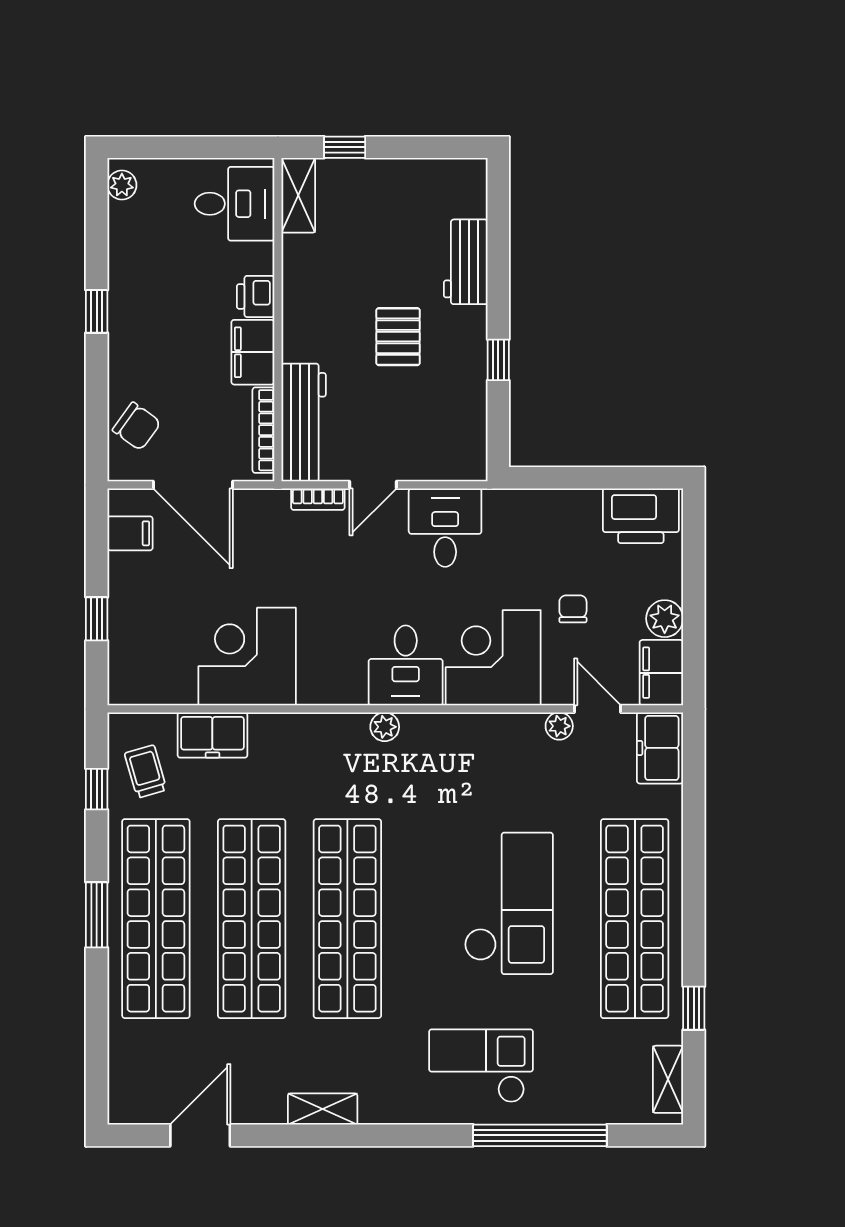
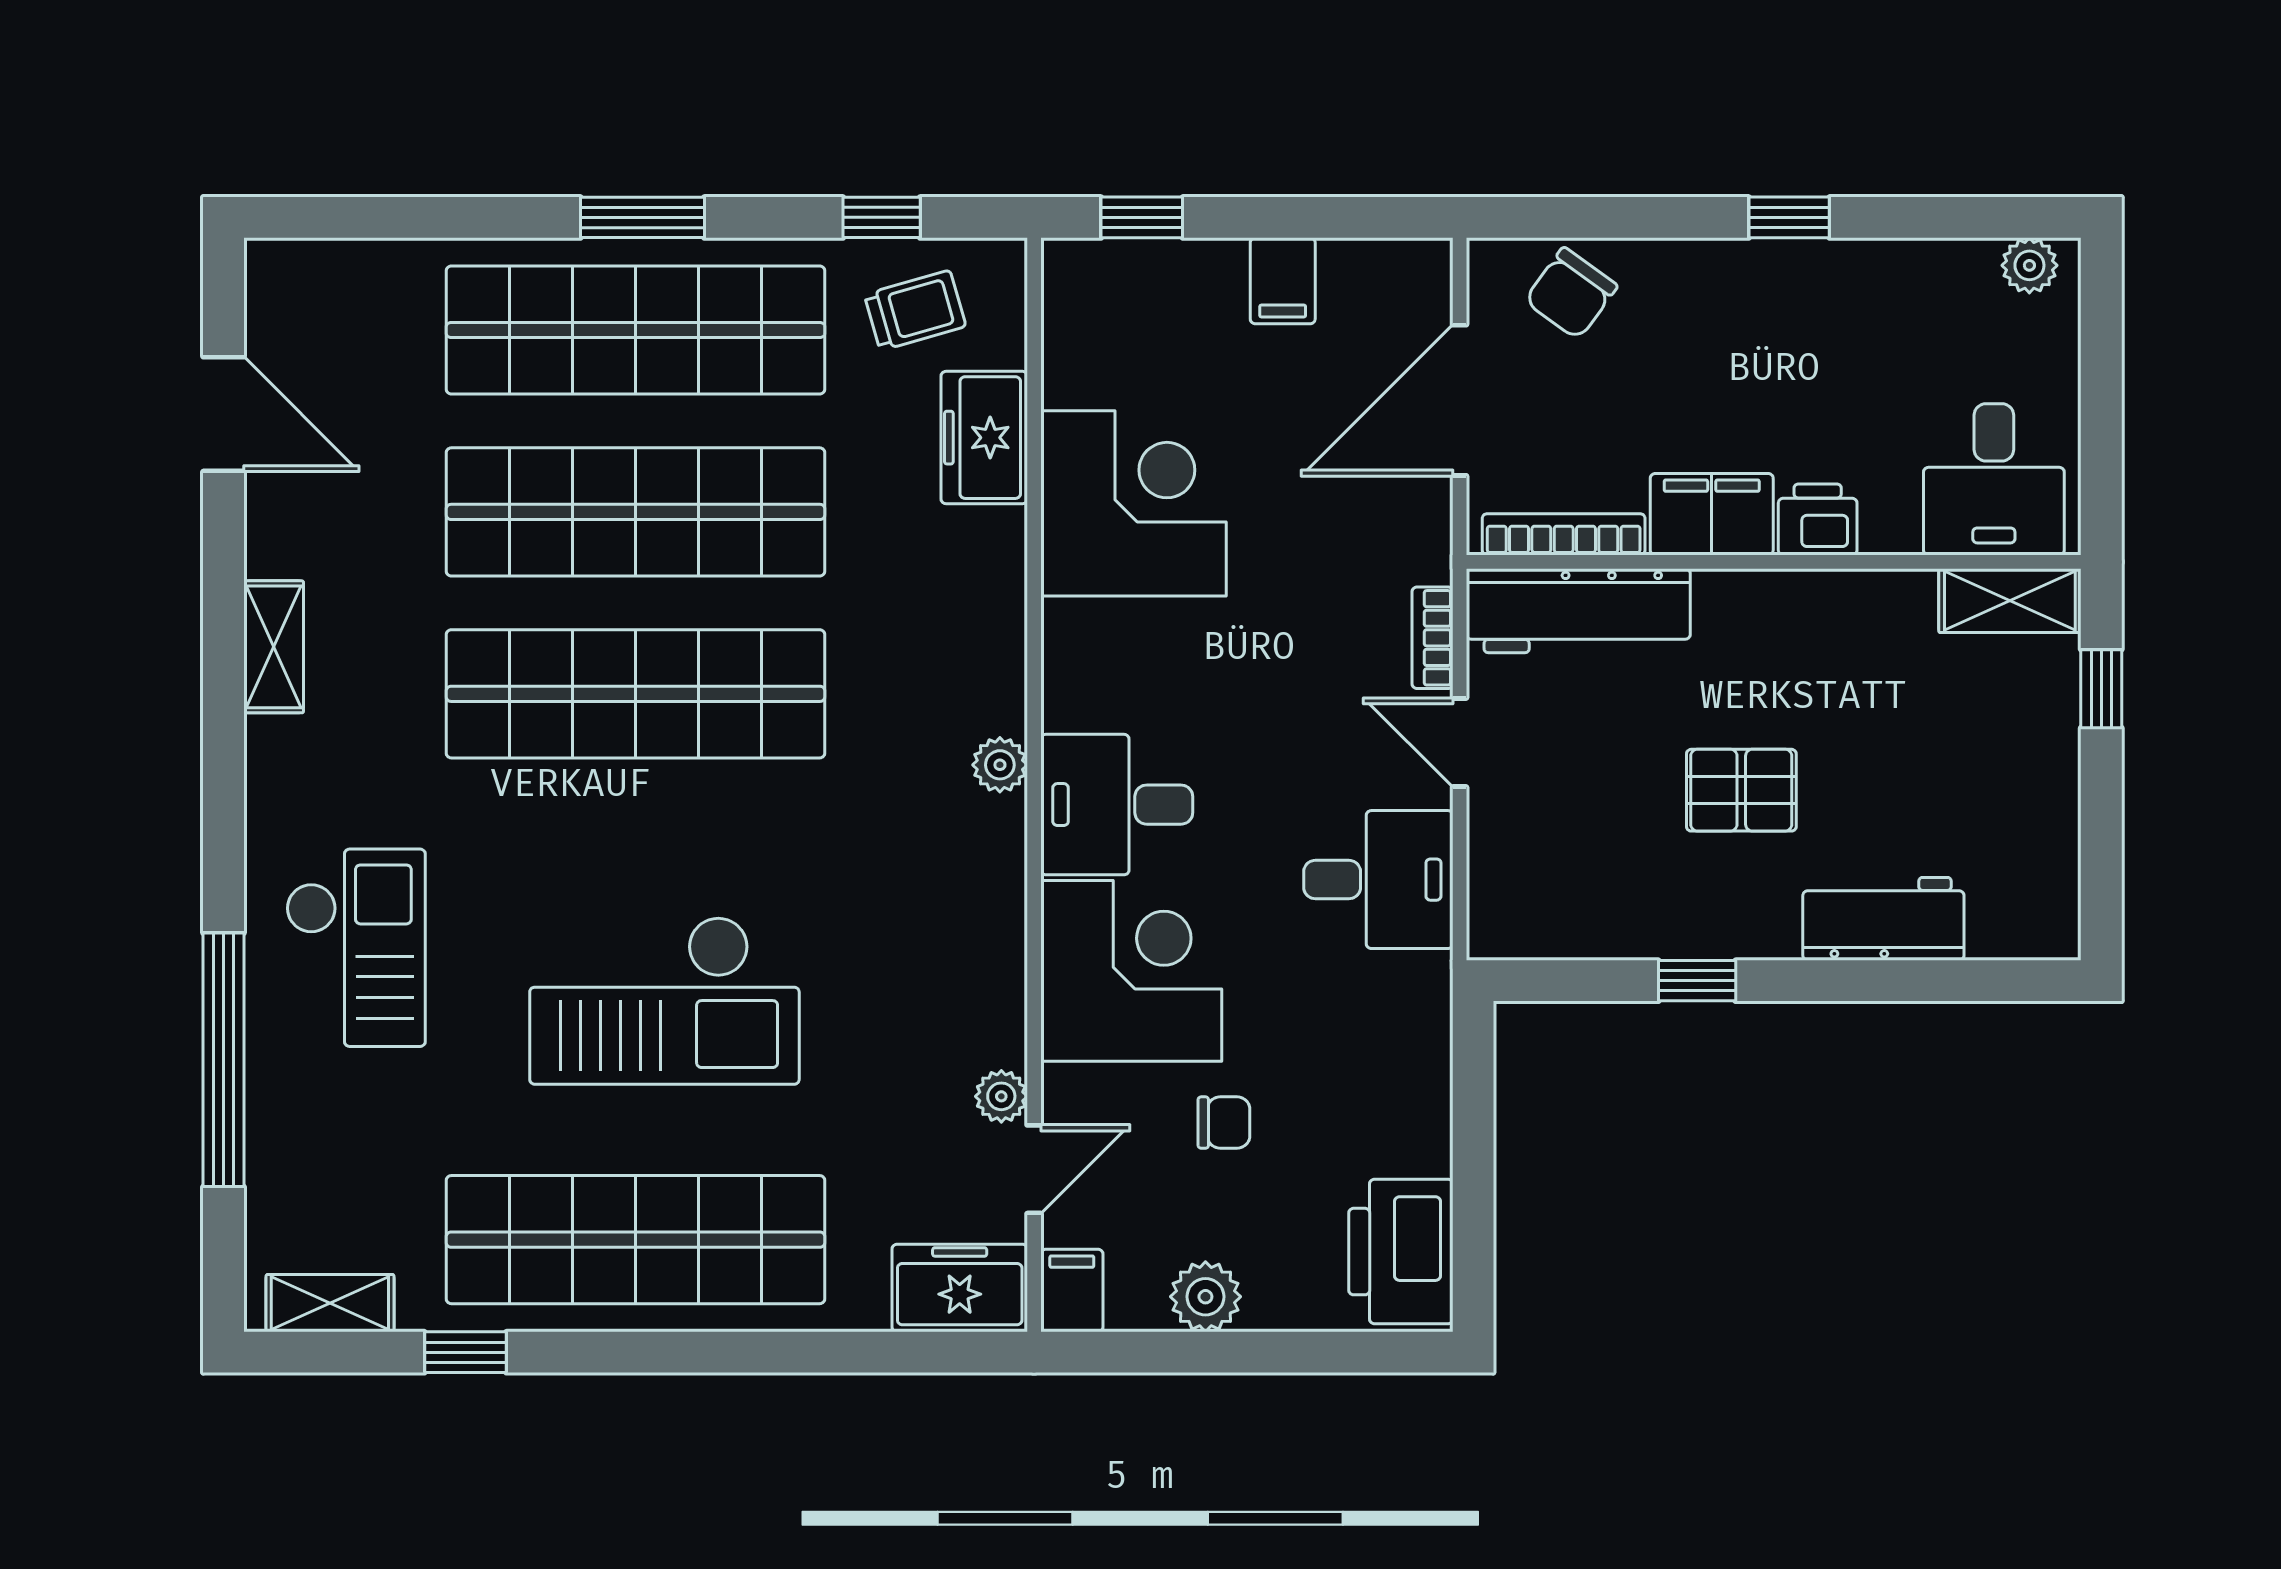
filing cabinet: (130, 533) -> (1283, 281), moved
window: (97, 619) -> (1142, 217), moved
filing cabinet: (661, 673) -> (1072, 1291), width x0.50

